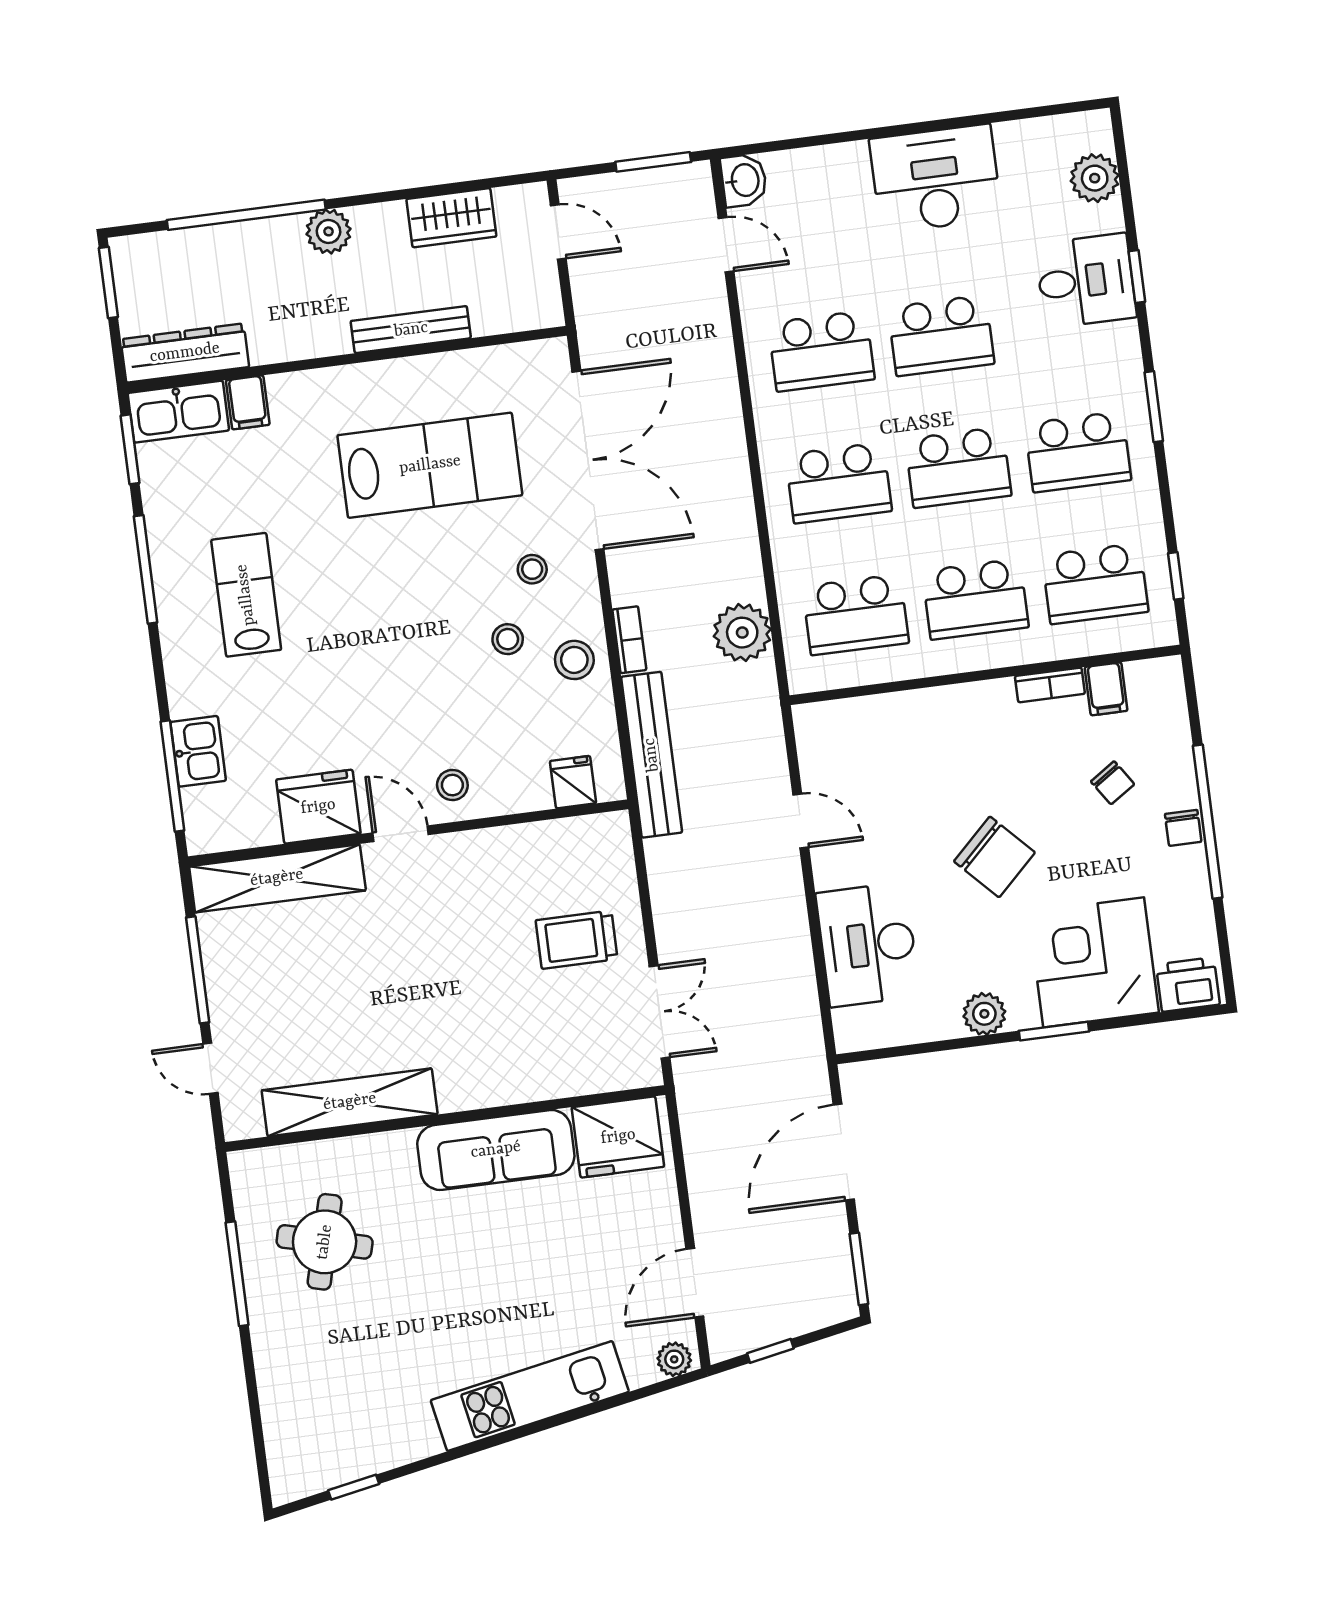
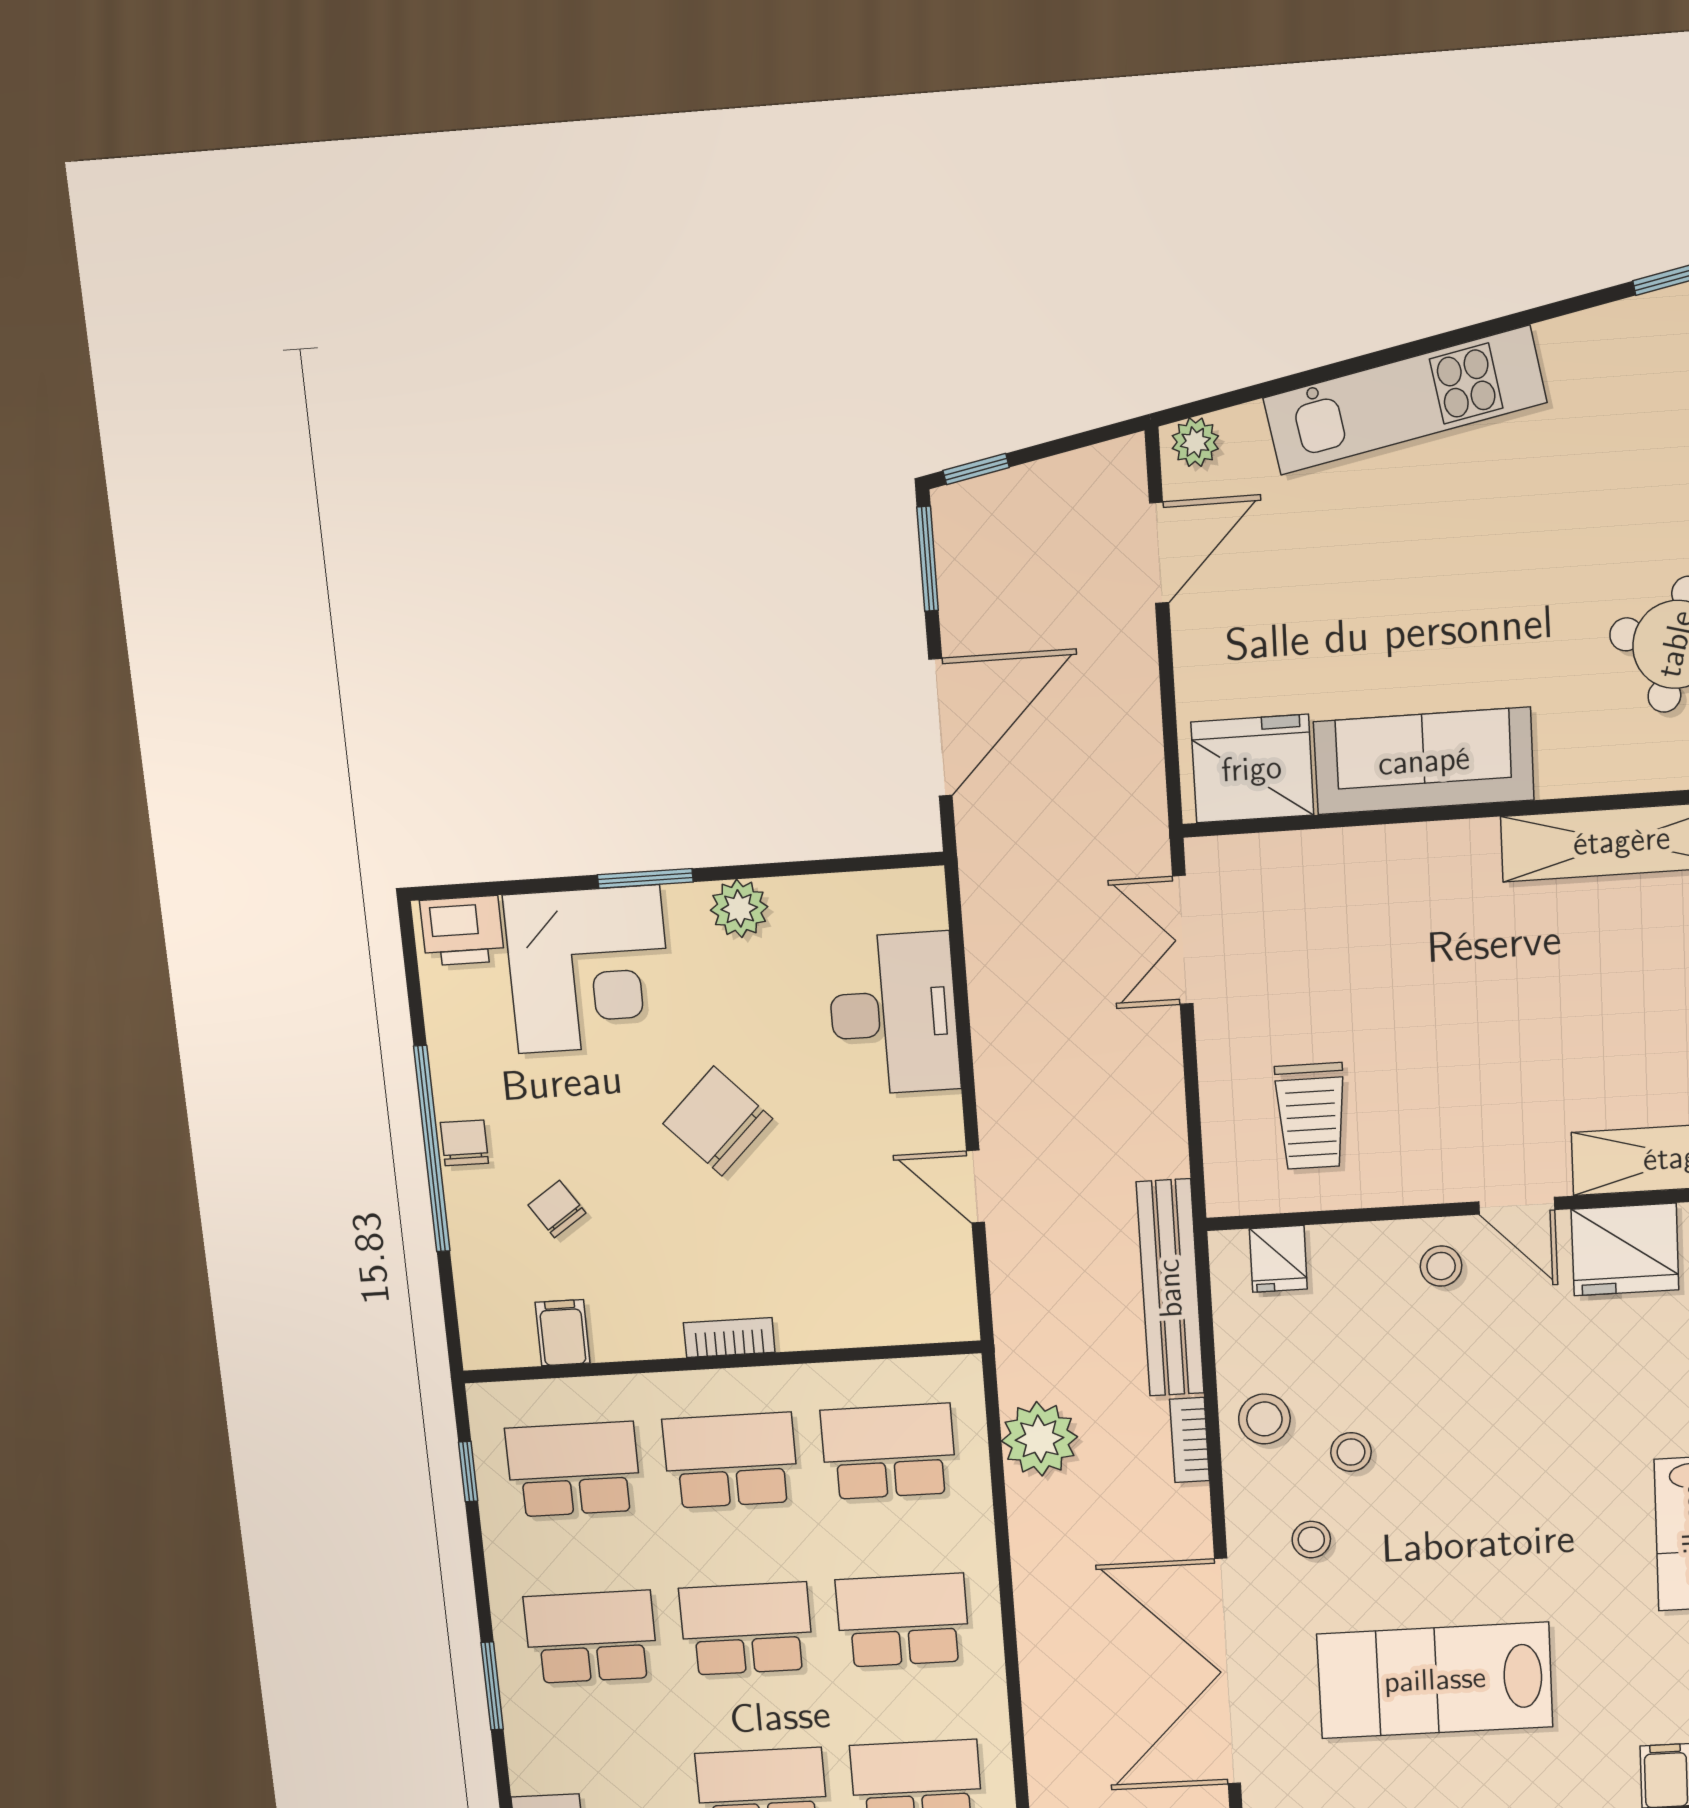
bookcase: (1050, 685) -> (729, 1338), moved
trolley: (577, 940) -> (1311, 1116), moved, turned 90
window: (770, 1351) -> (976, 469), moved

